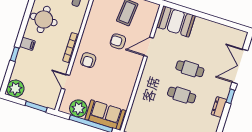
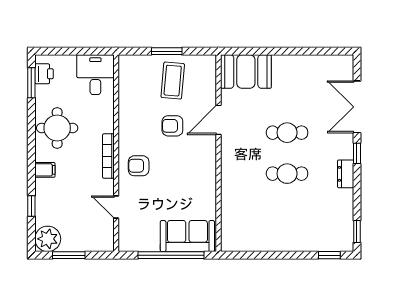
window: (15, 54) -> (31, 206), moved
armchair: (88, 60) -> (139, 166), turned 90
window: (36, 107) -> (69, 255), moved
plant: (78, 108) -> (146, 239), removed

